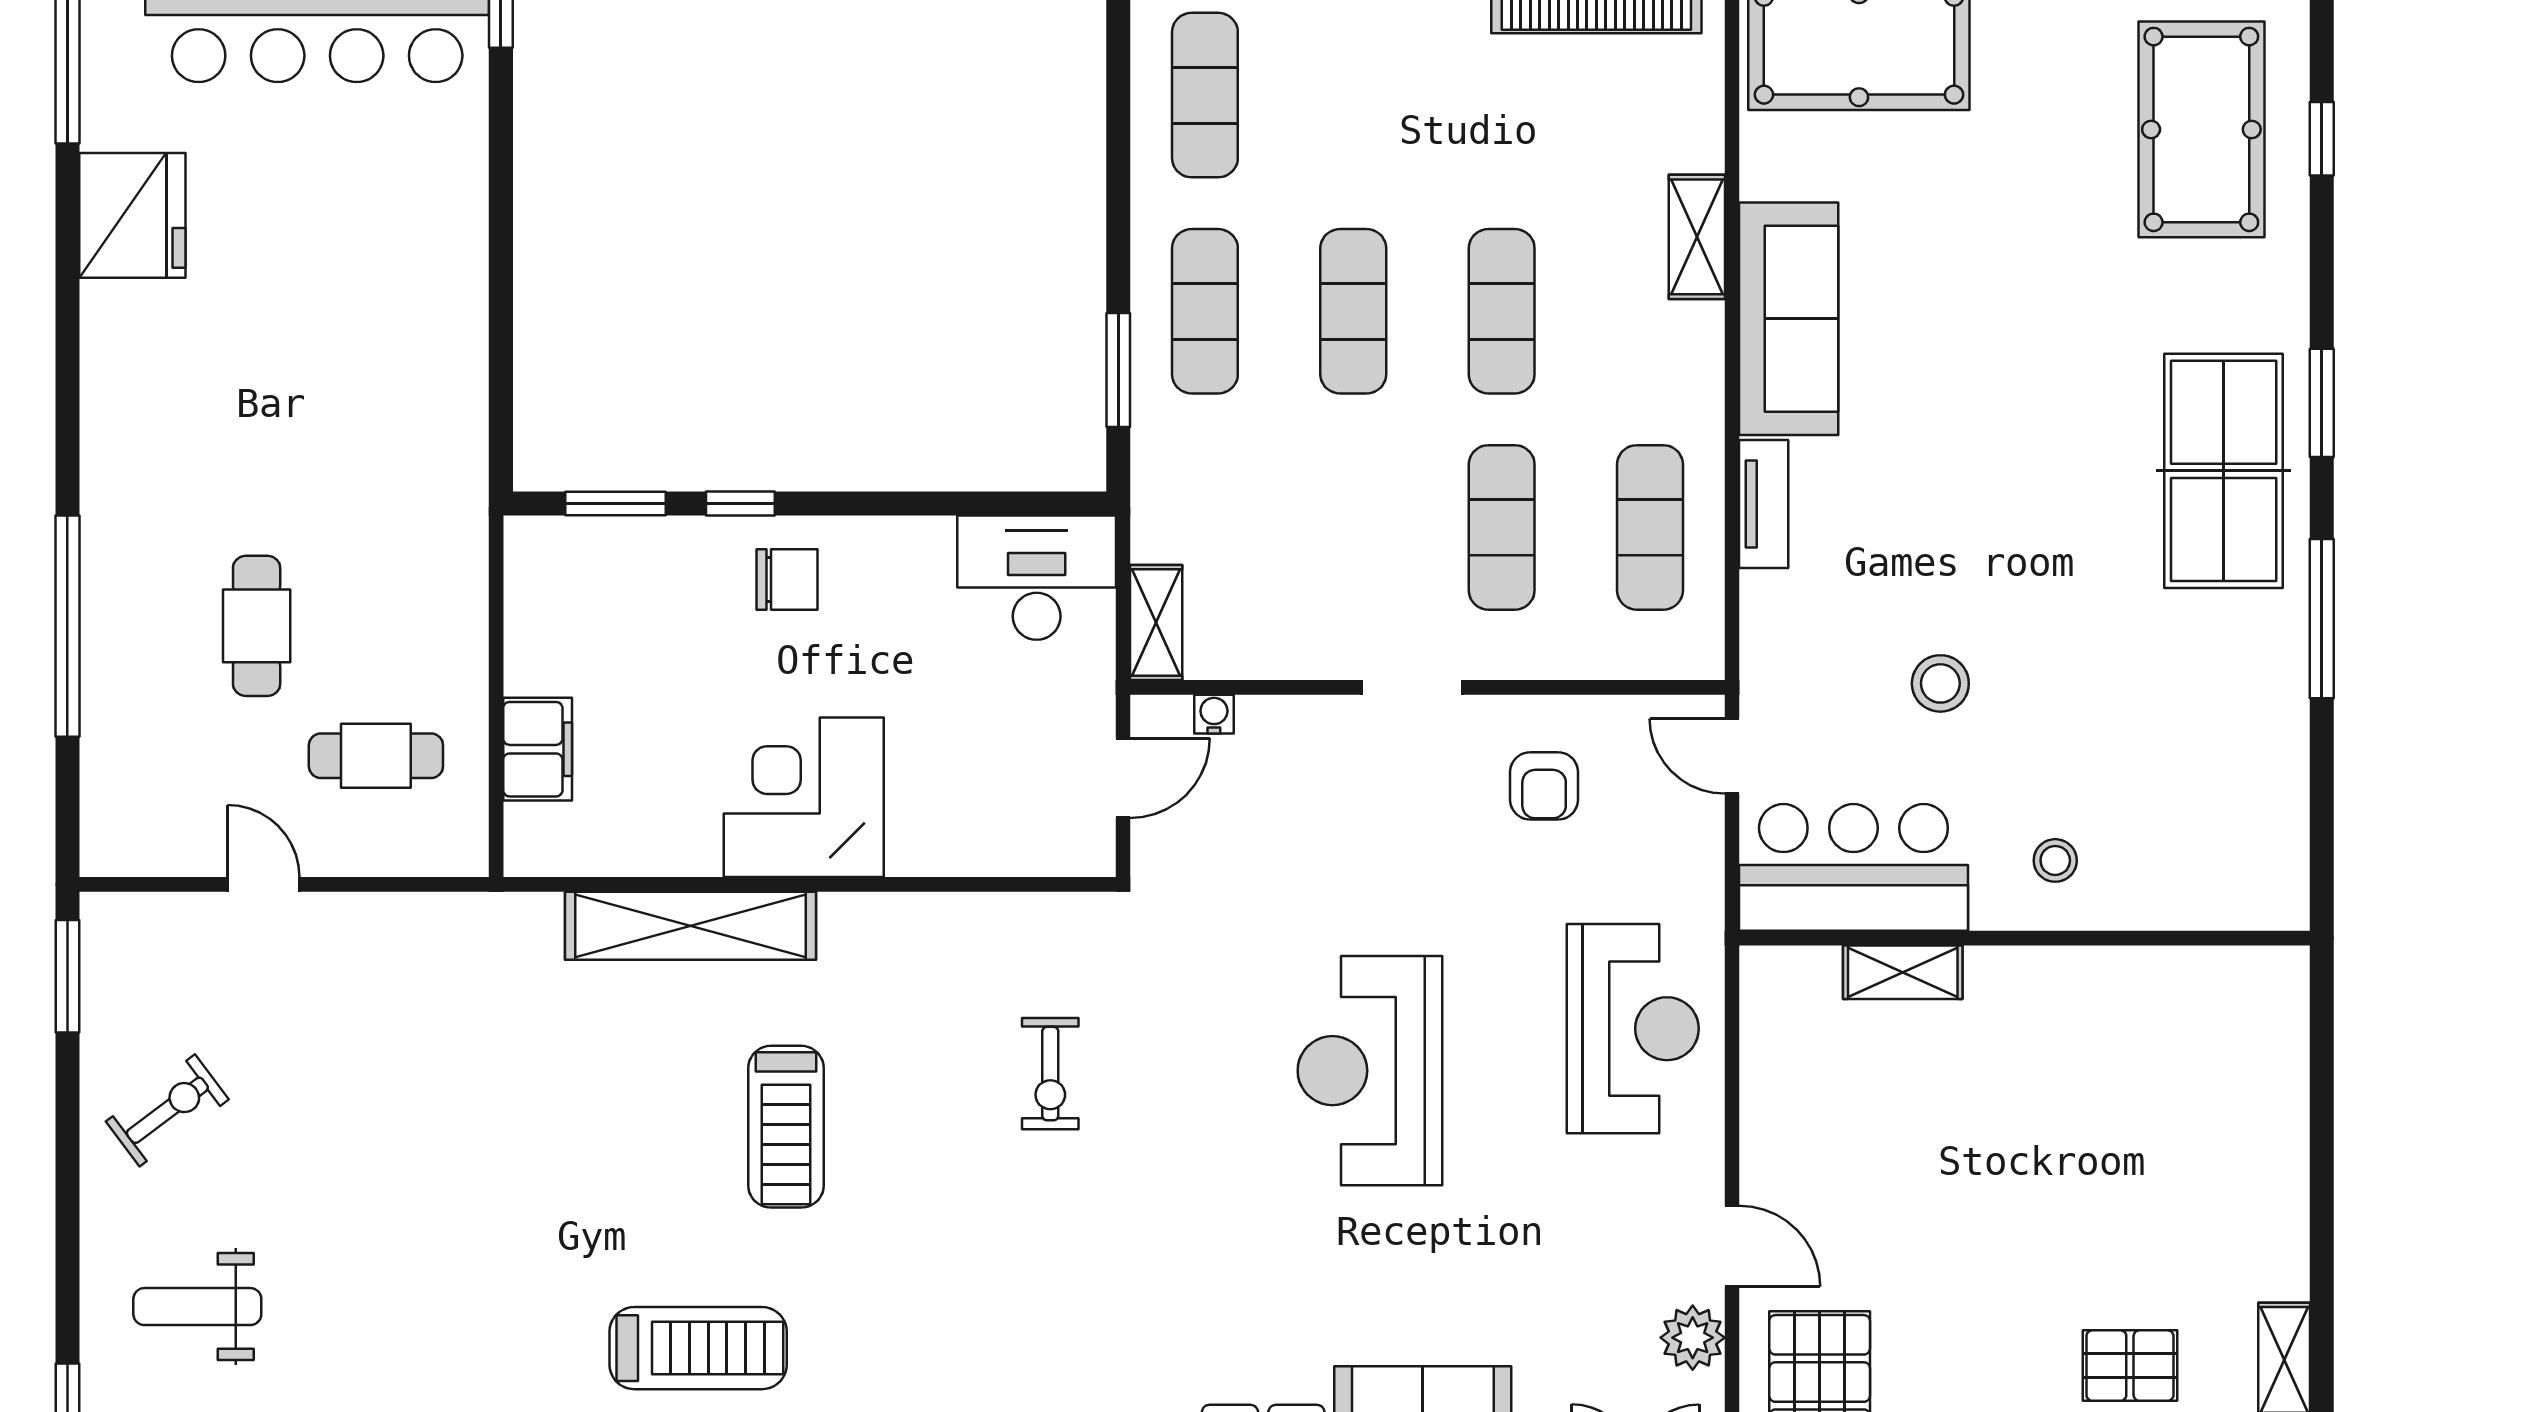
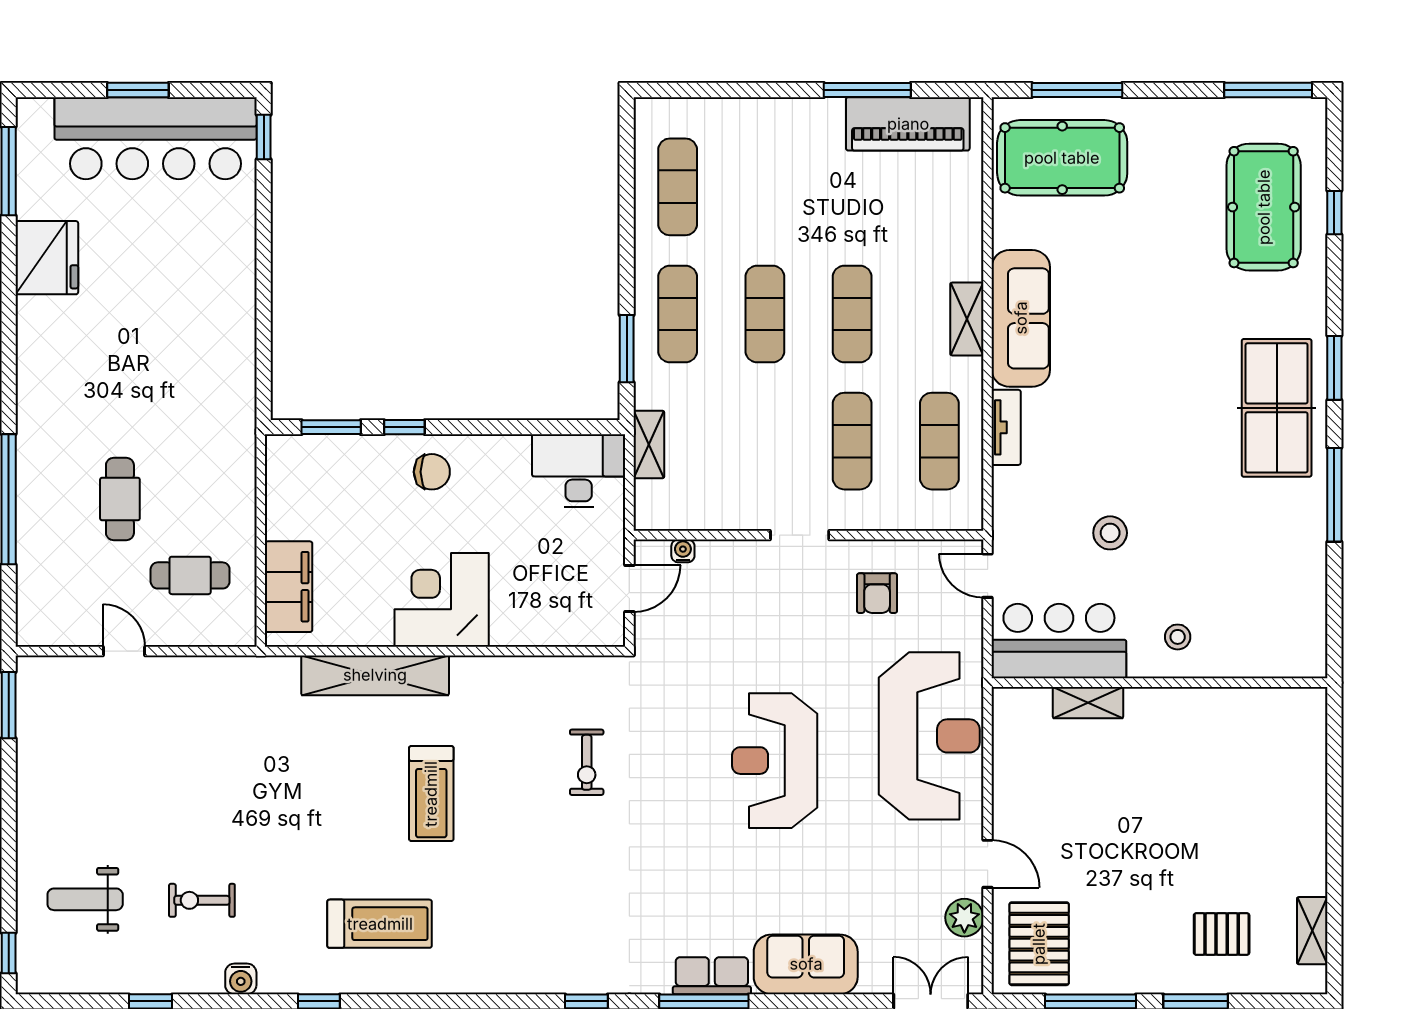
shelving: (1697, 237) -> (967, 319), moved
shelving: (1156, 623) -> (649, 444), moved
filing cabinet: (538, 749) -> (289, 587), width x1.50, depth x1.17
reception desk: (1633, 1029) -> (929, 736), width x1.36, depth x1.30
exercise bike: (167, 1110) -> (202, 900), moved, turned -143

